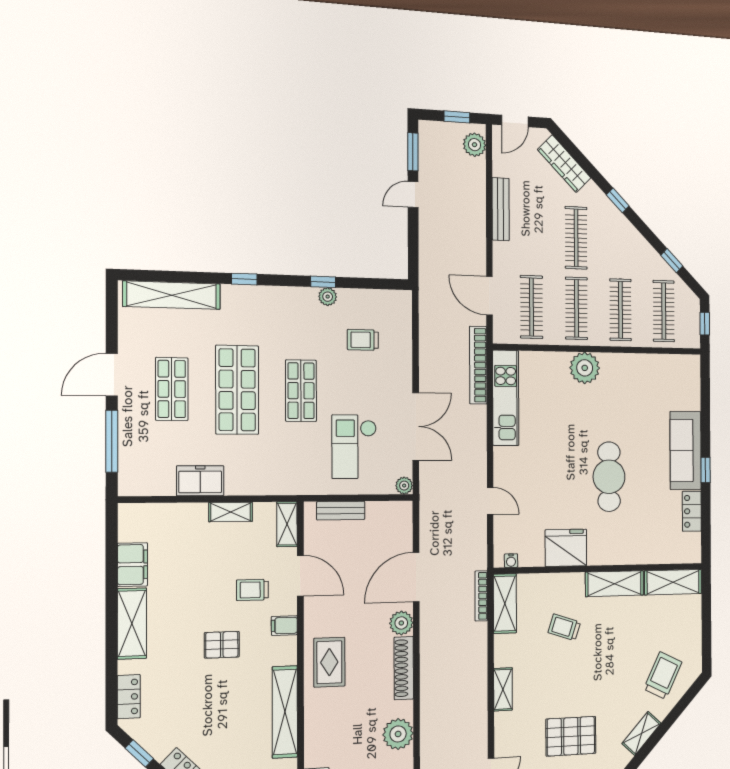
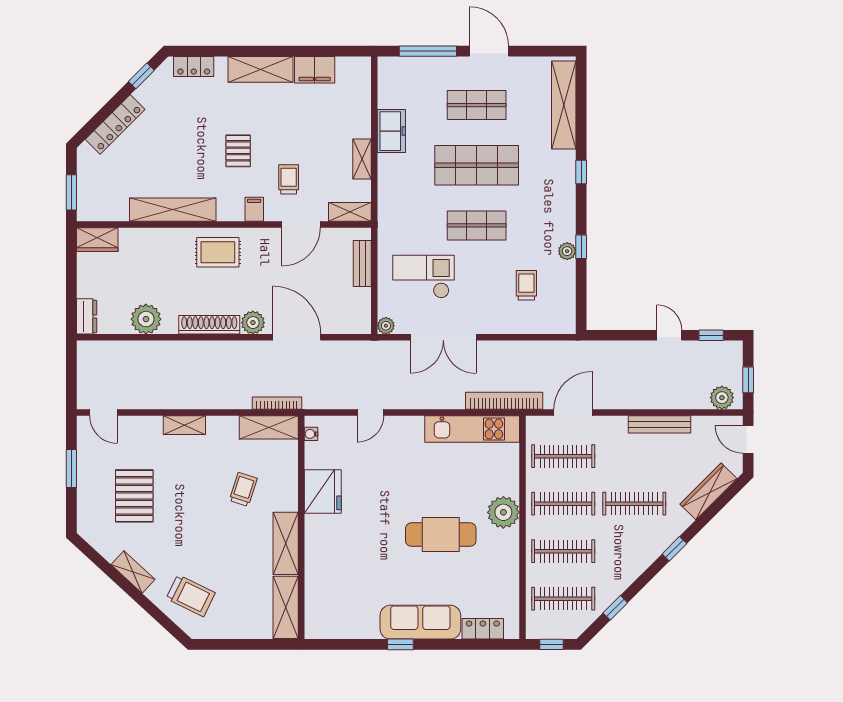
window: (413, 152) -> (711, 335), width x0.67
cafe table: (609, 477) -> (441, 535), moved
locker: (692, 511) -> (483, 629), moved

